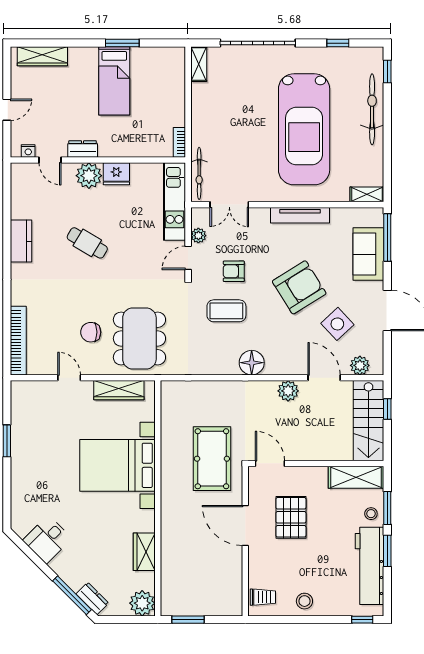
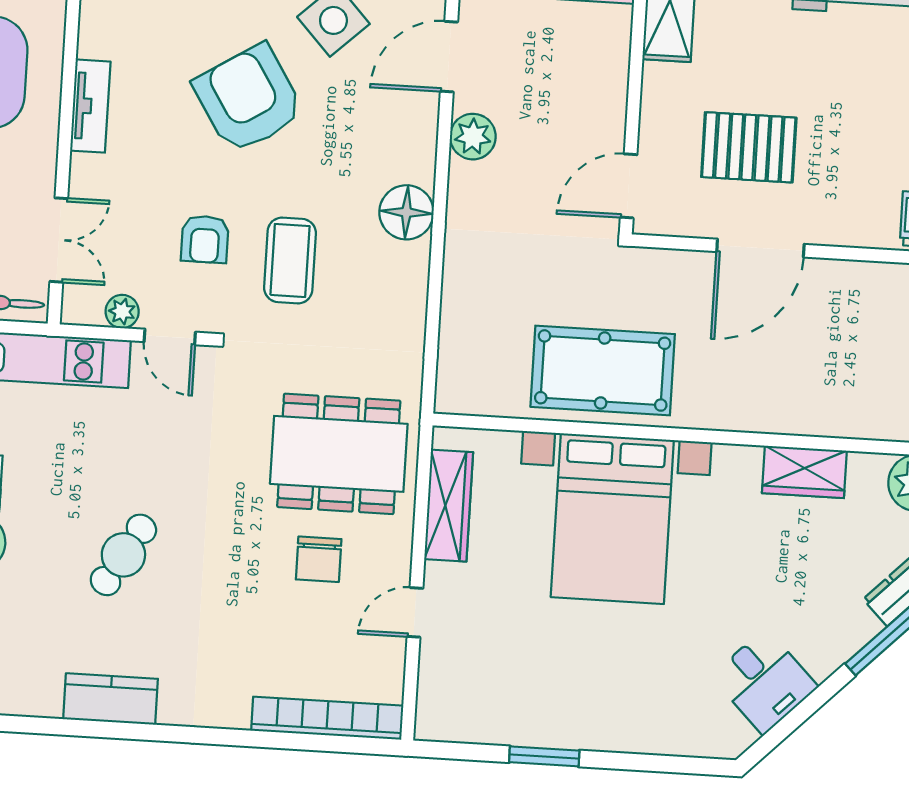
tv unit: (300, 215) -> (90, 106), width x0.71
pool table: (212, 459) -> (603, 370), moved

